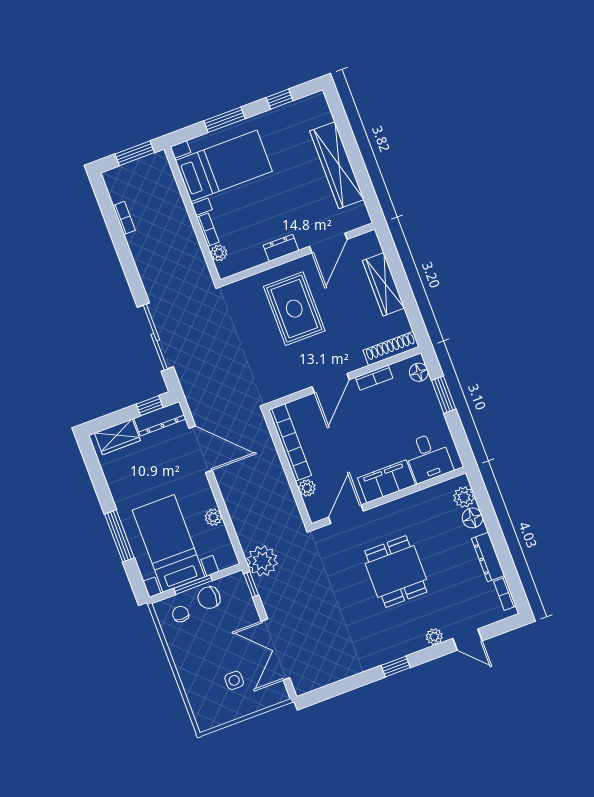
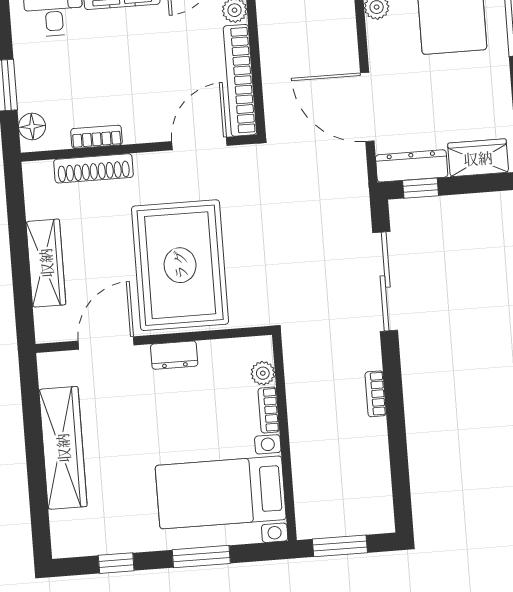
bookcase: (124, 218) -> (376, 394), moved
rug: (294, 309) -> (180, 265), width x1.37, depth x1.44
shoe rack: (391, 348) -> (94, 168), moved
door: (331, 383) -> (199, 144), moved

